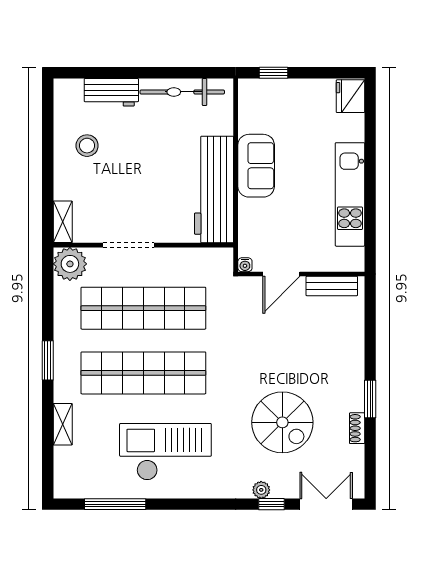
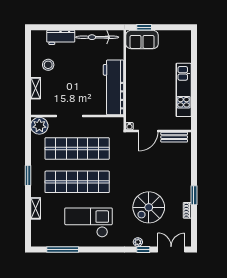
fridge: (350, 96) -> (184, 39), removed
sofa: (256, 166) -> (142, 40), moved, turned 90
shelving: (63, 222) -> (36, 88), moved
spiral stairs: (282, 422) -> (149, 207), turned 90

